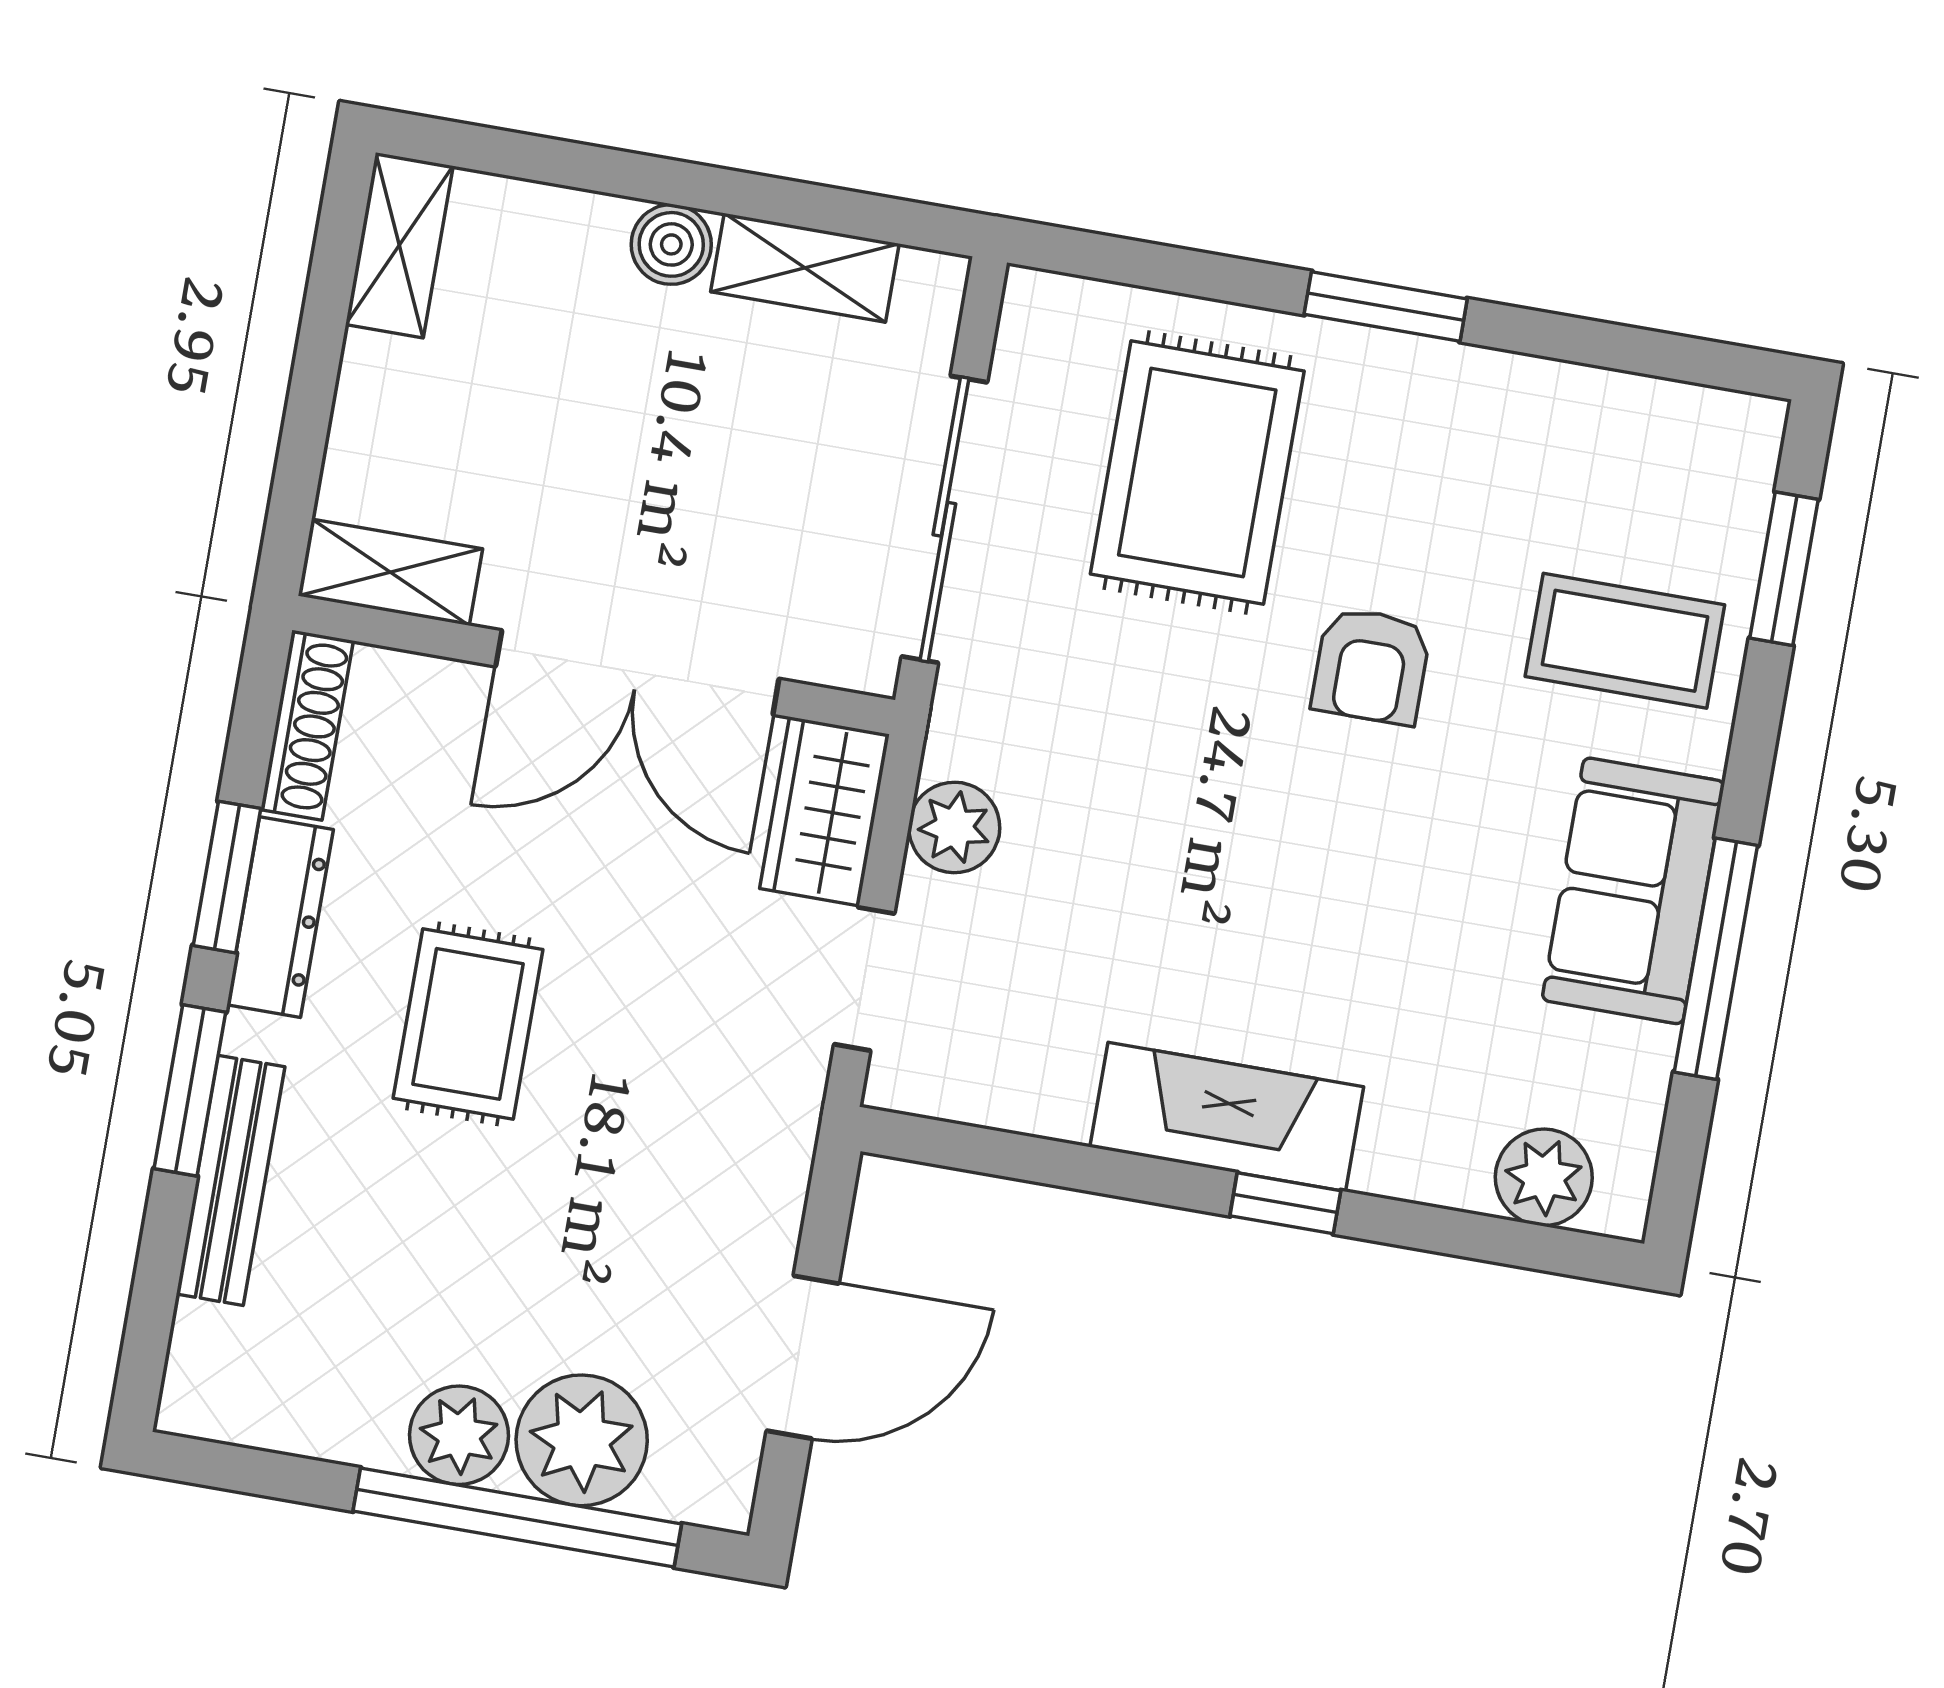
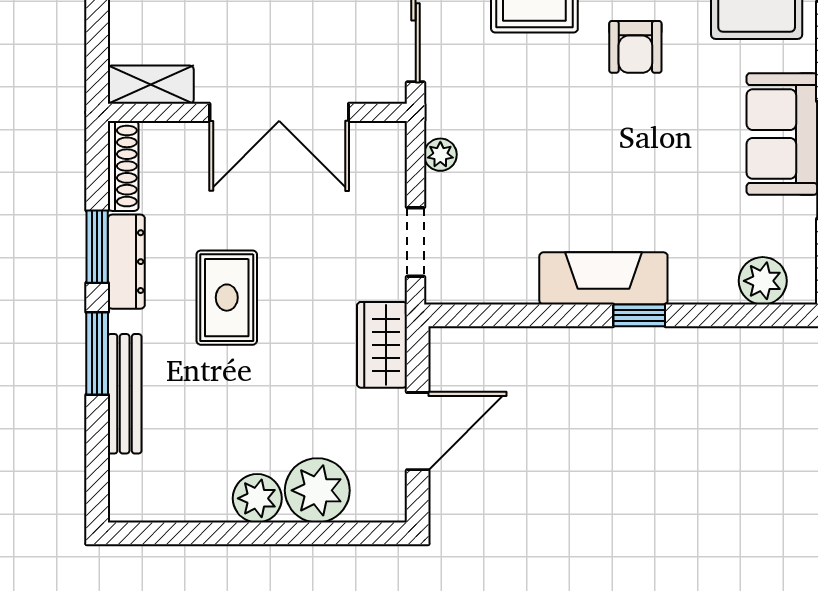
wardrobe: (824, 811) -> (382, 345), moved
plant: (954, 827) -> (440, 155), width x0.73, depth x0.73
window: (517, 1517) -> (293, 533), removed

